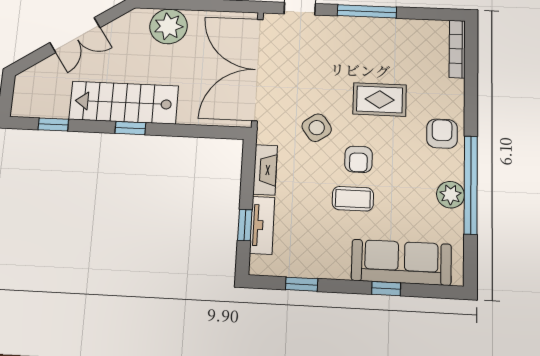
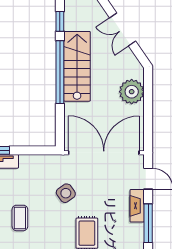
window: (130, 128) -> (60, 72), width x3.17
armchair: (358, 159) -> (46, 221), removed
fireplace: (265, 170) -> (137, 206), moved, turned 90

